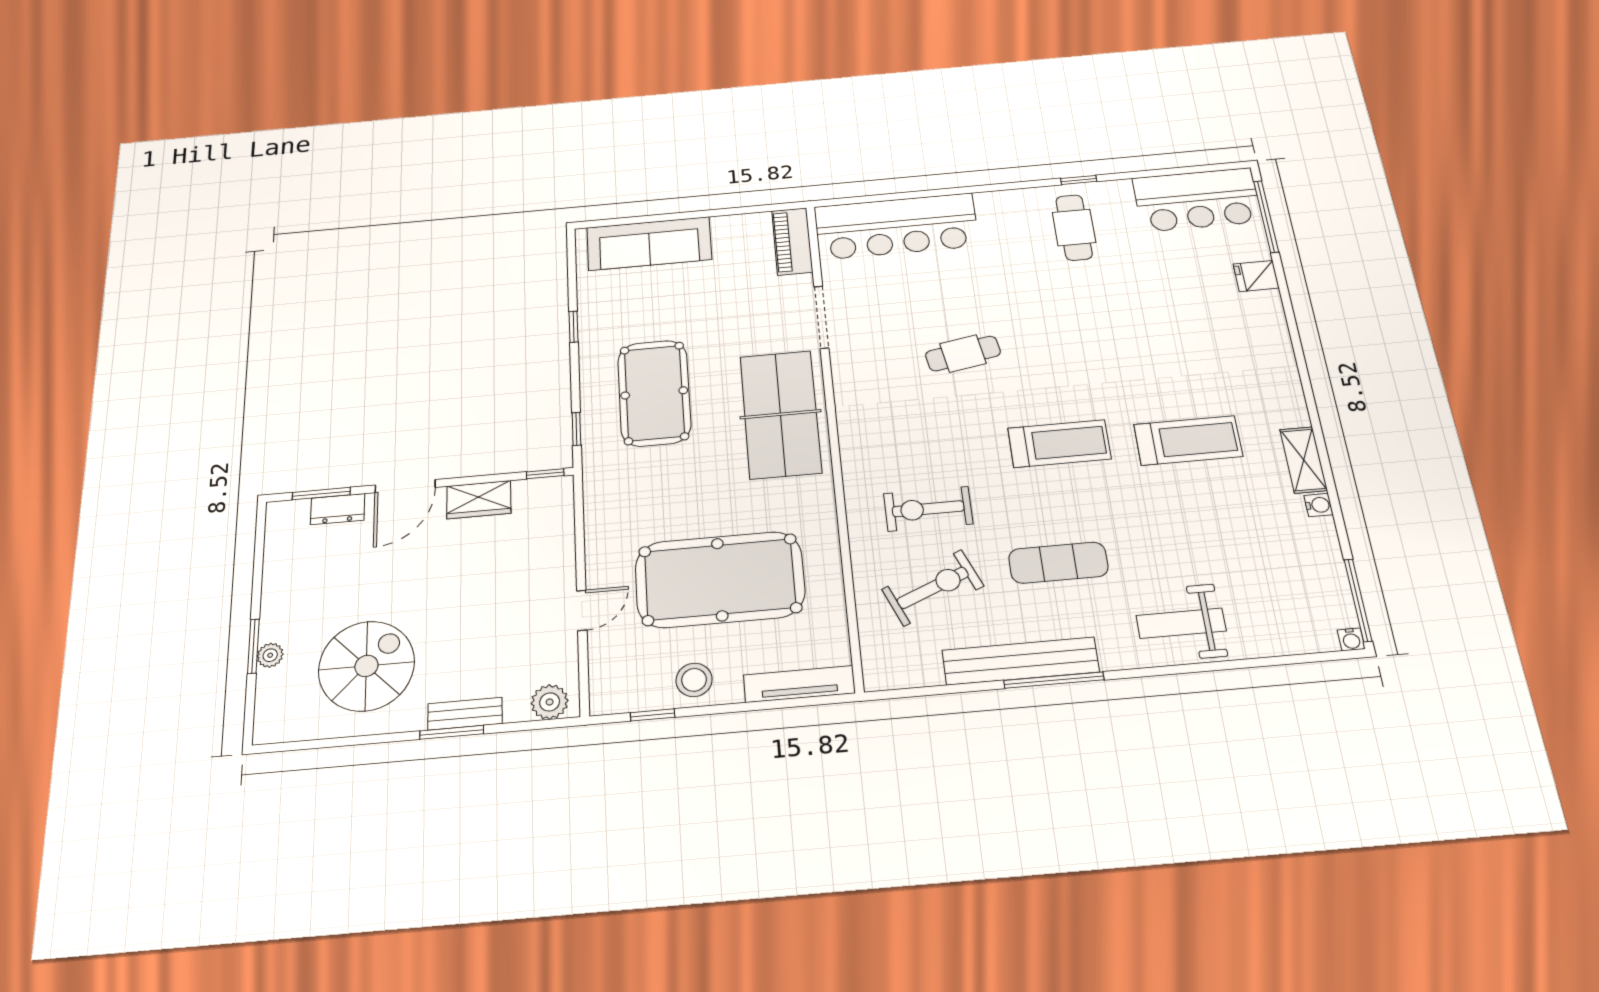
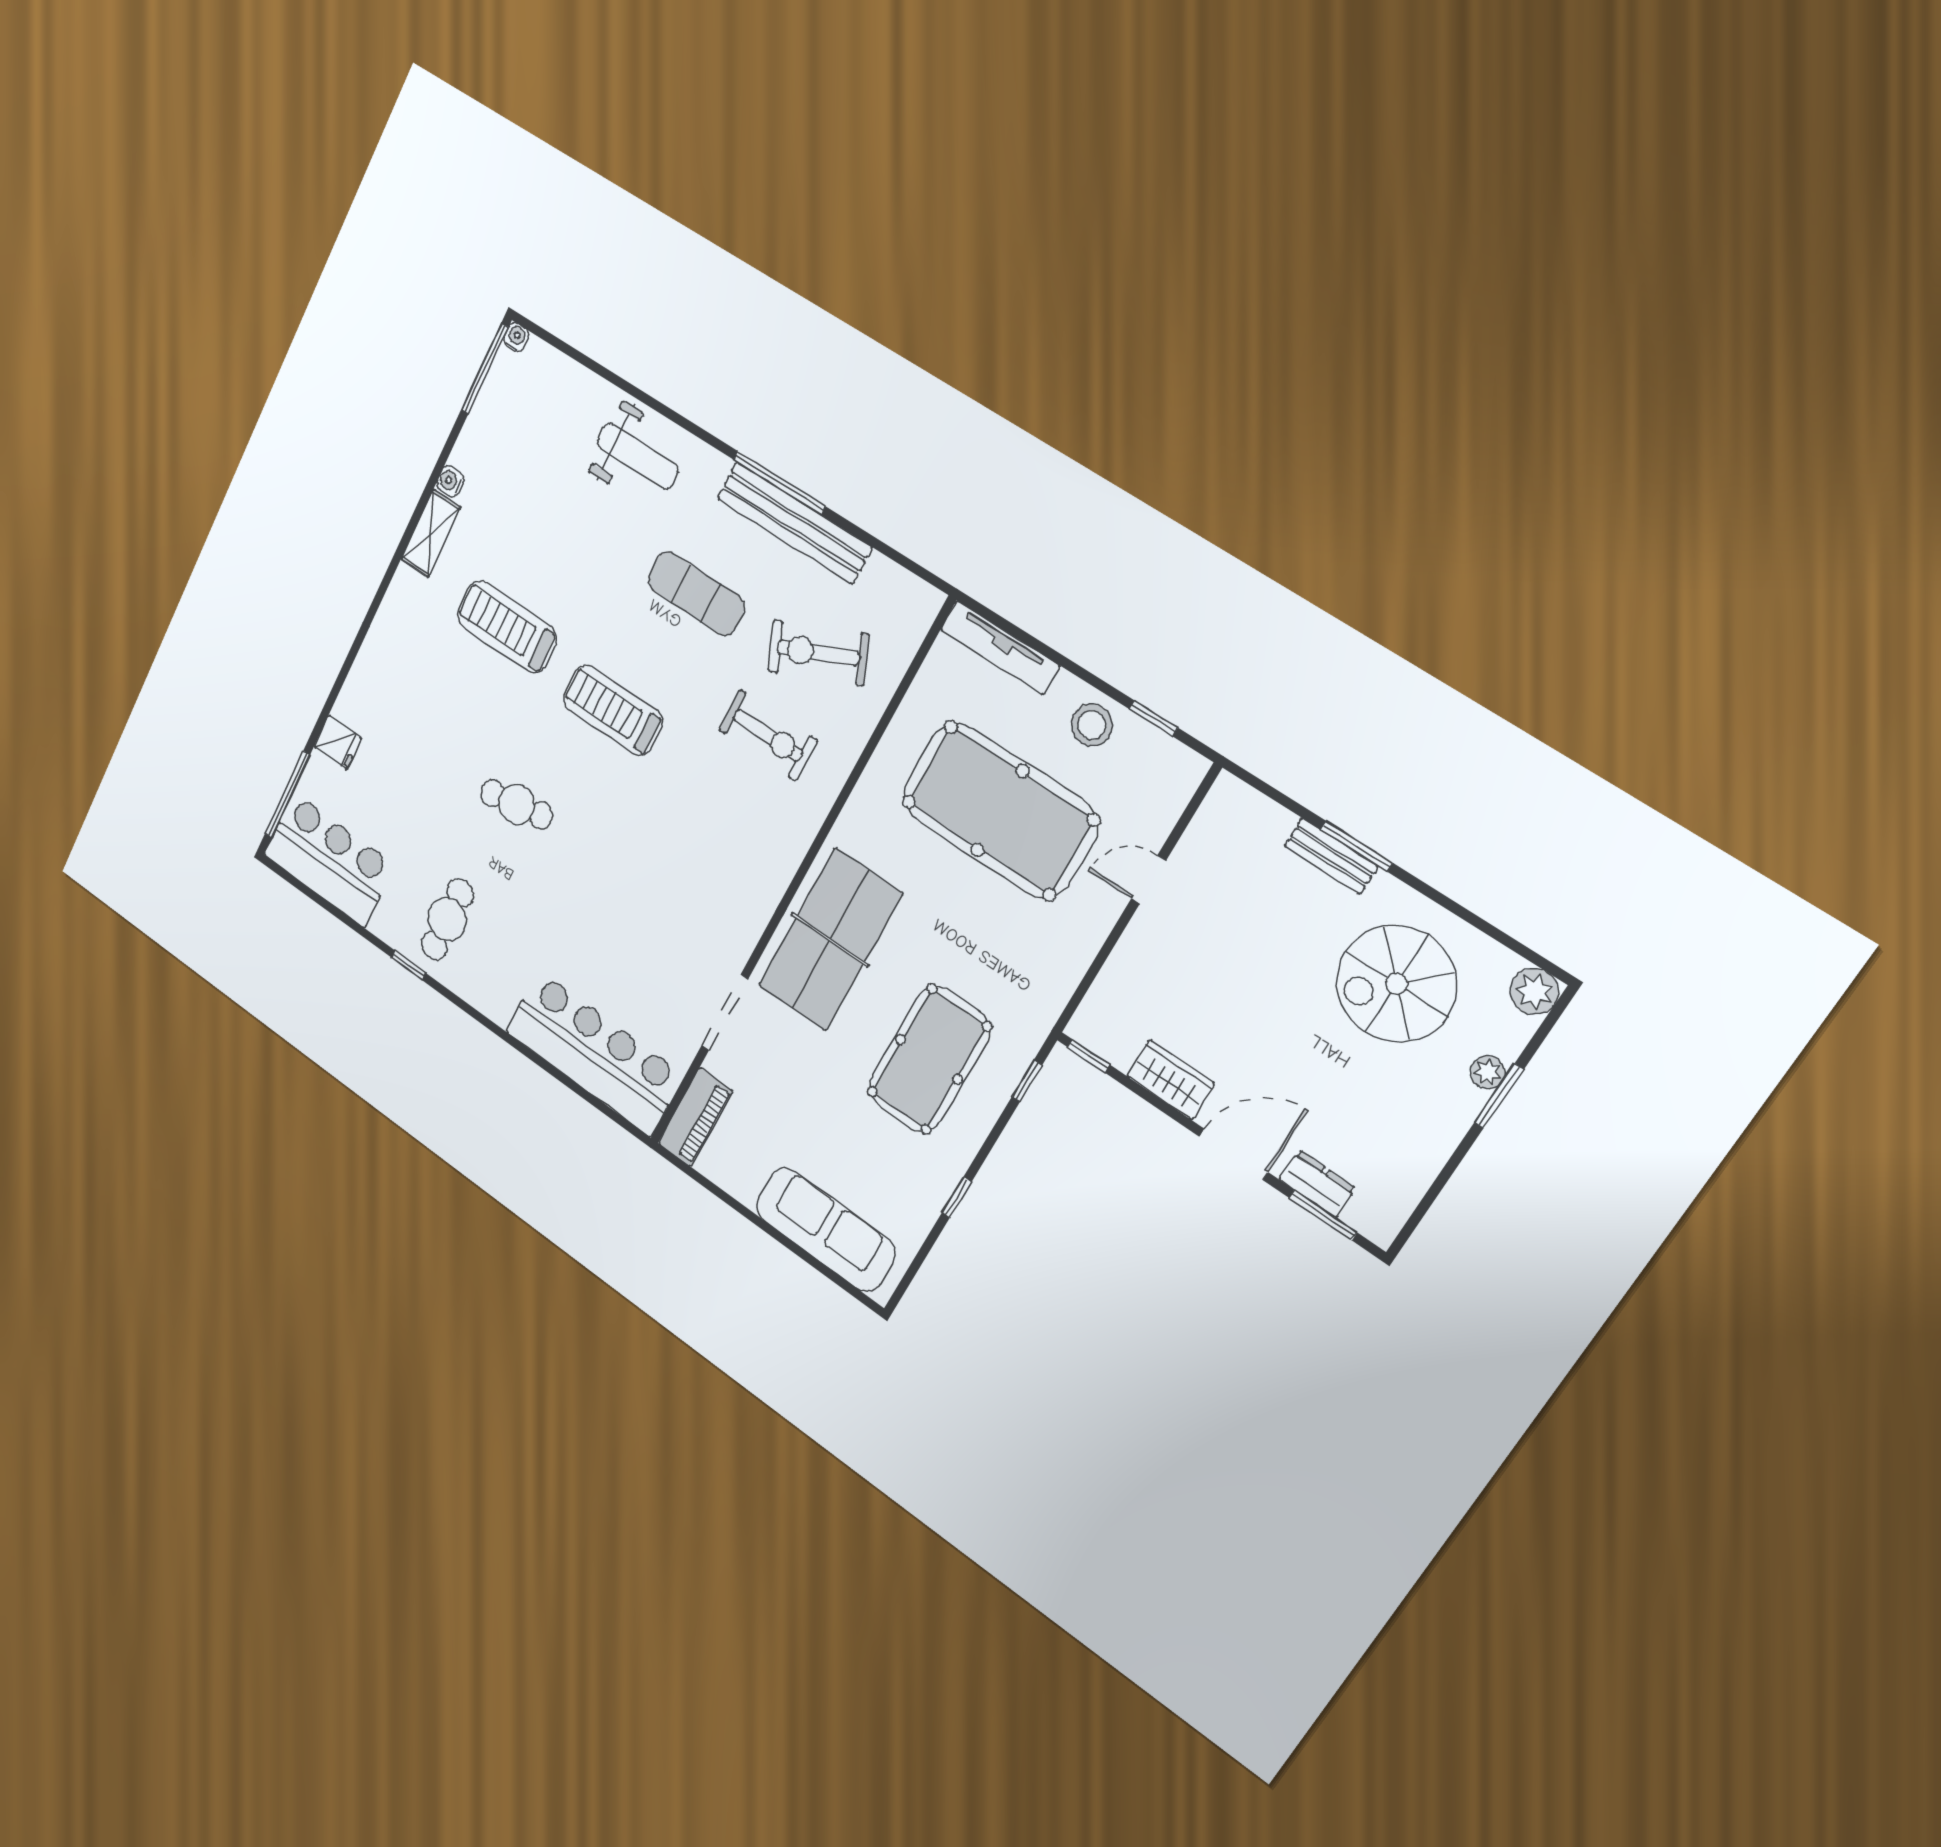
cafe table: (963, 354) -> (517, 804), moved
plant: (550, 702) -> (1534, 991), moved

